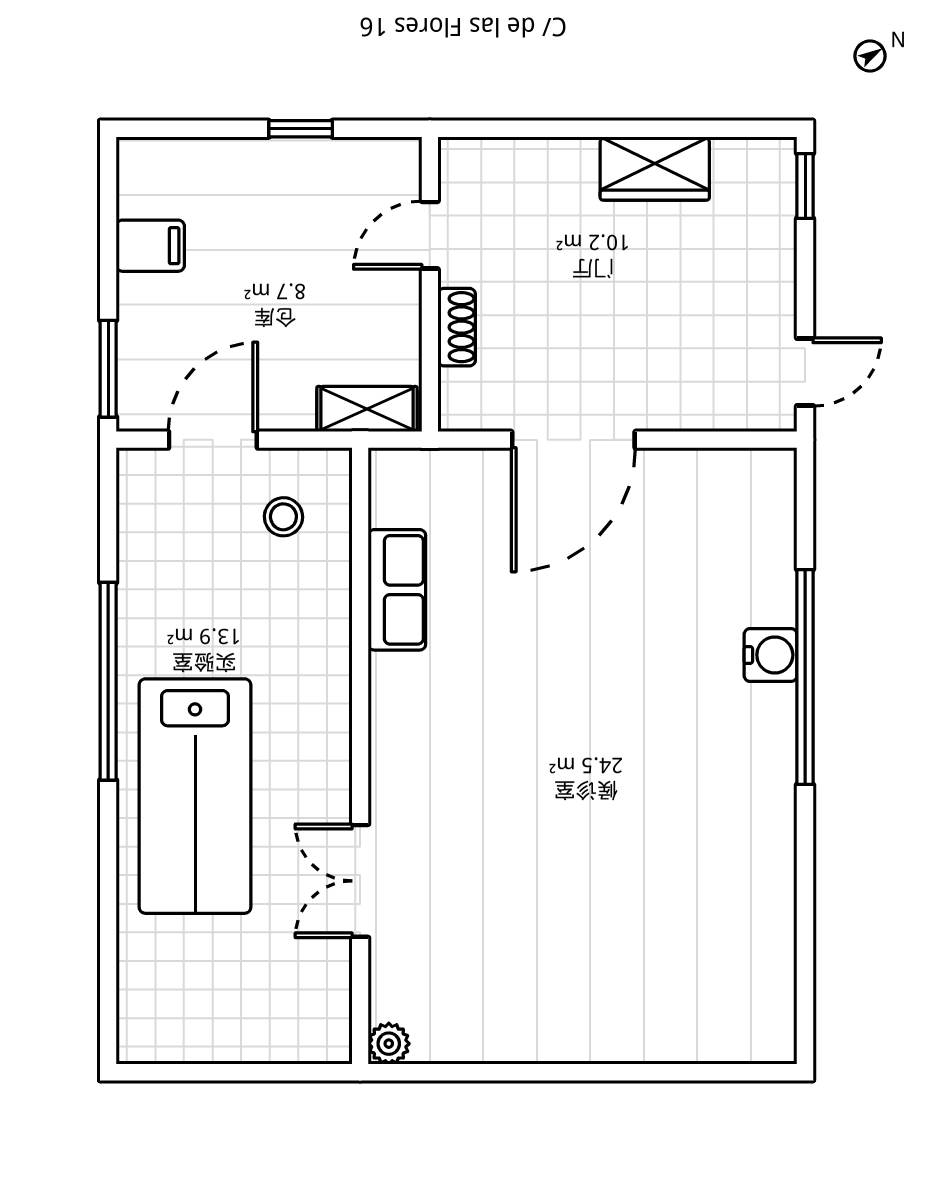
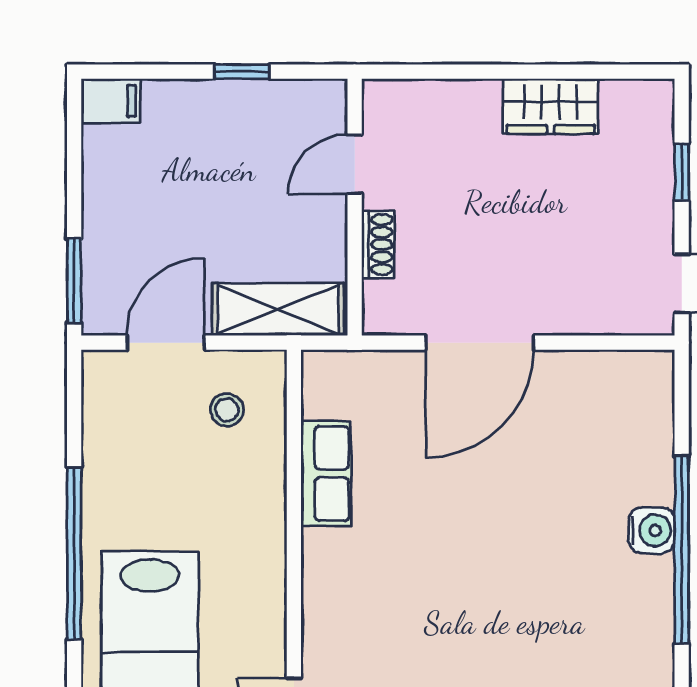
window: (805, 186) -> (682, 172), moved
filing cabinet: (150, 246) -> (111, 101), moved
shelving: (367, 409) -> (278, 309), width x1.50, depth x1.33

